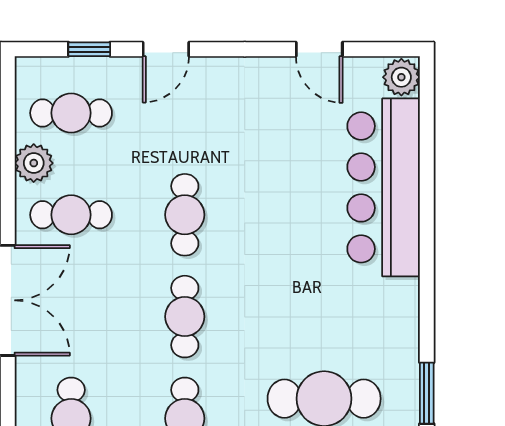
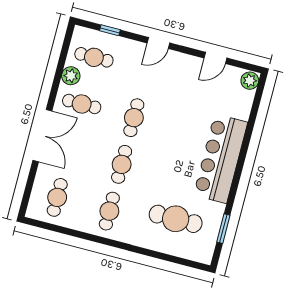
door: (166, 49) -> (158, 43), moved
door: (319, 49) -> (215, 58), hinge flipped
bar counter: (384, 187) -> (221, 159), moved

